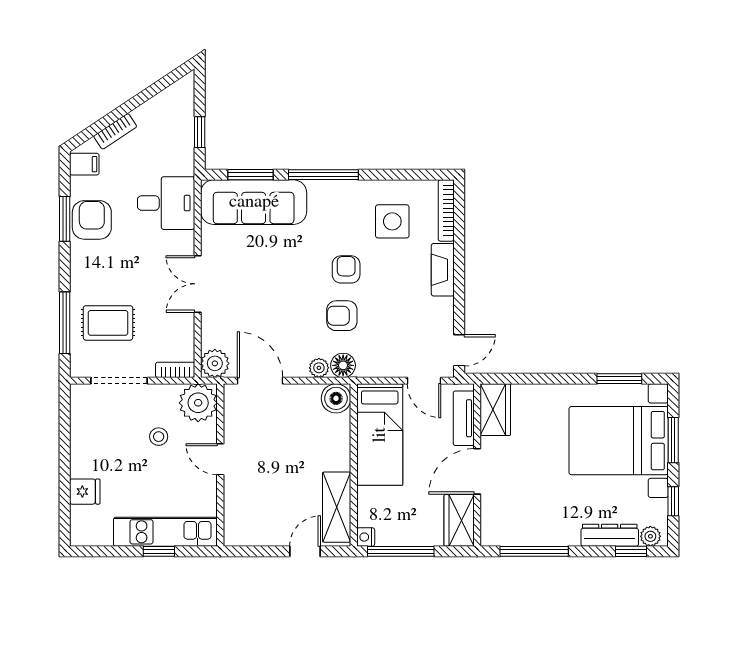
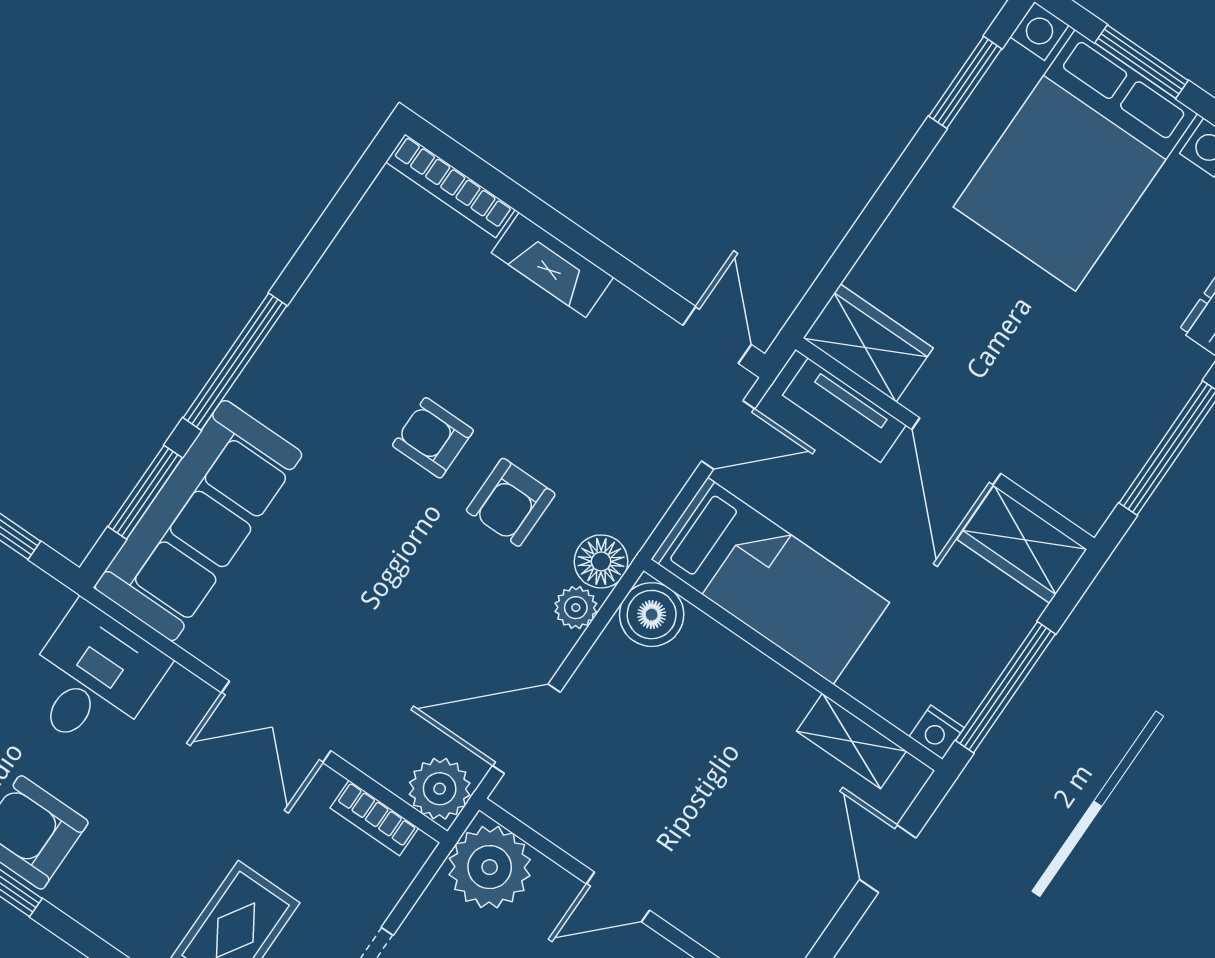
side table: (392, 221) -> (404, 296), removed
bookcase: (175, 370) -> (374, 818), moved, turned -90
shelving: (337, 507) -> (851, 741), width x0.67, depth x0.75

